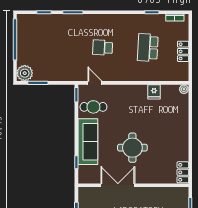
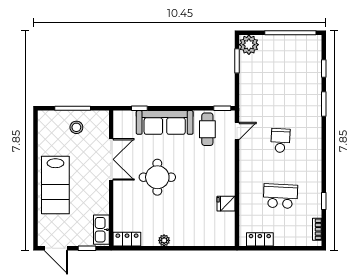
locker: (183, 51) -> (260, 239), moved
plant: (184, 89) -> (164, 240), moved
kitchen sink: (175, 193) -> (101, 230), added

